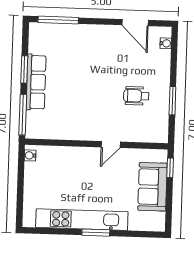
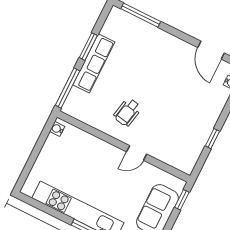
wheelchair: (136, 96) -> (127, 112), moved, turned -79
window: (172, 101) -> (212, 139), width x0.67

